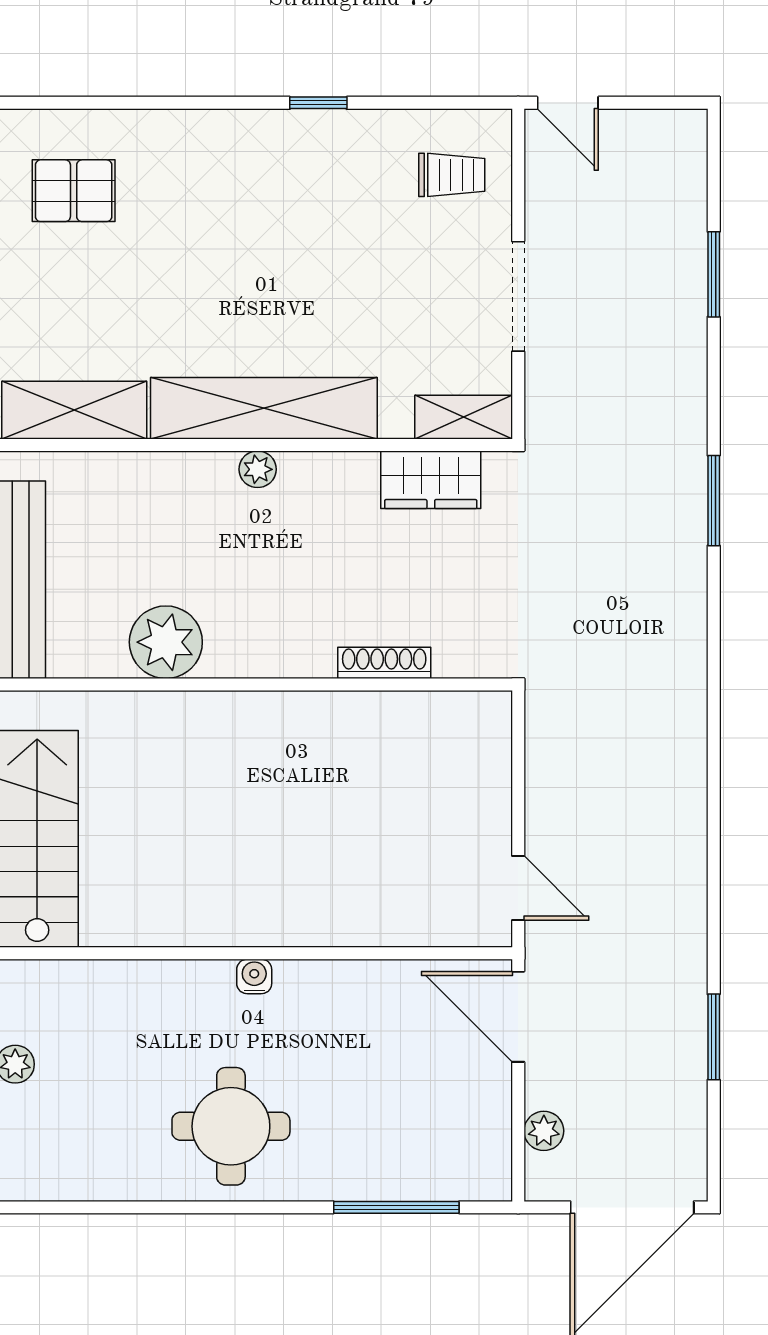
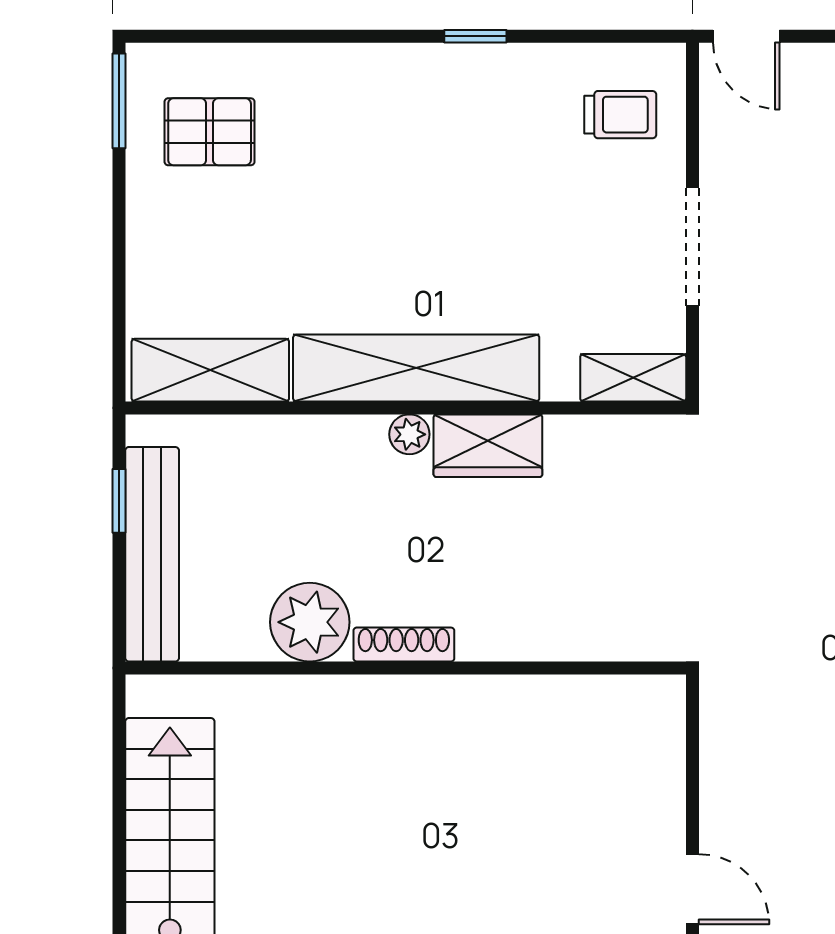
wardrobe: (431, 480) -> (488, 446), moved
shoe rack: (384, 663) -> (404, 645), moved

